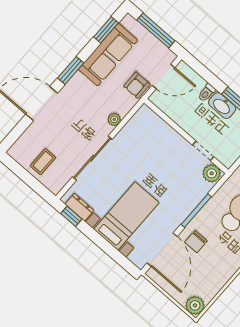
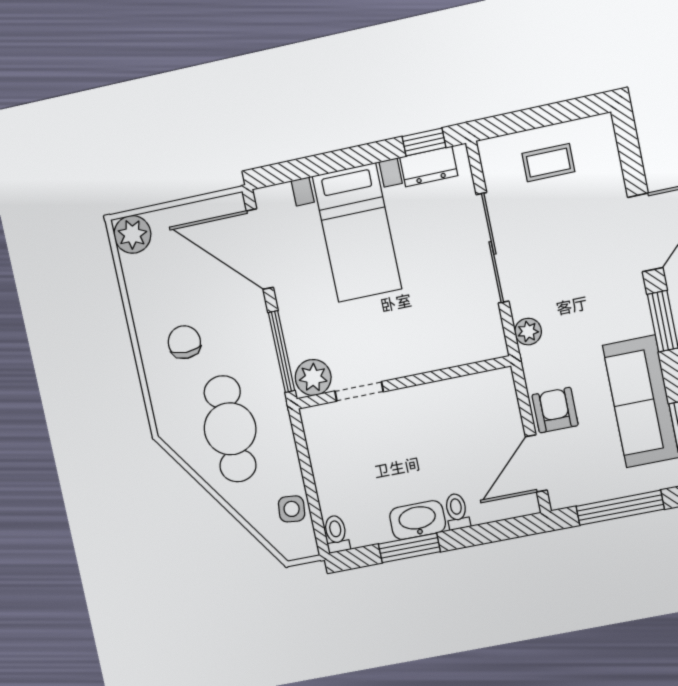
wall: (186, 136) -> (403, 383), moved
doorway: (203, 151) -> (359, 391), moved
coffee table: (43, 162) -> (548, 163), turned 90
plant: (212, 173) -> (313, 377), moved
chair: (196, 242) -> (184, 342), moved

